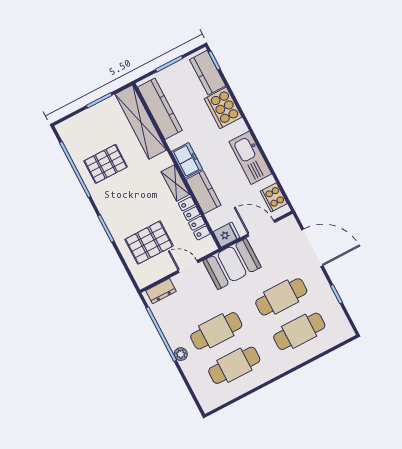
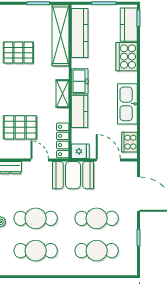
locker: (194, 218) -> (63, 140), moved

